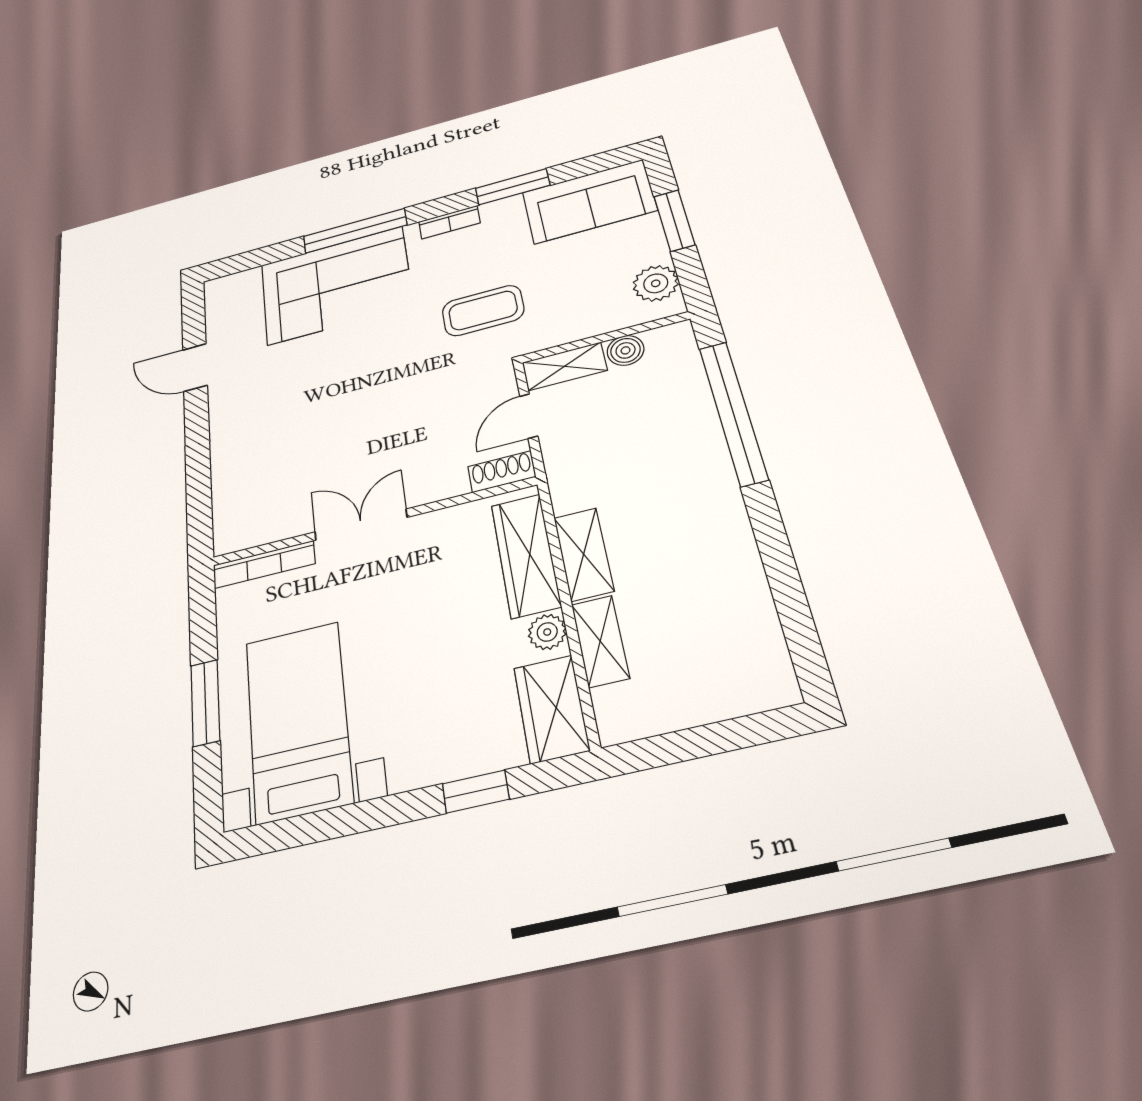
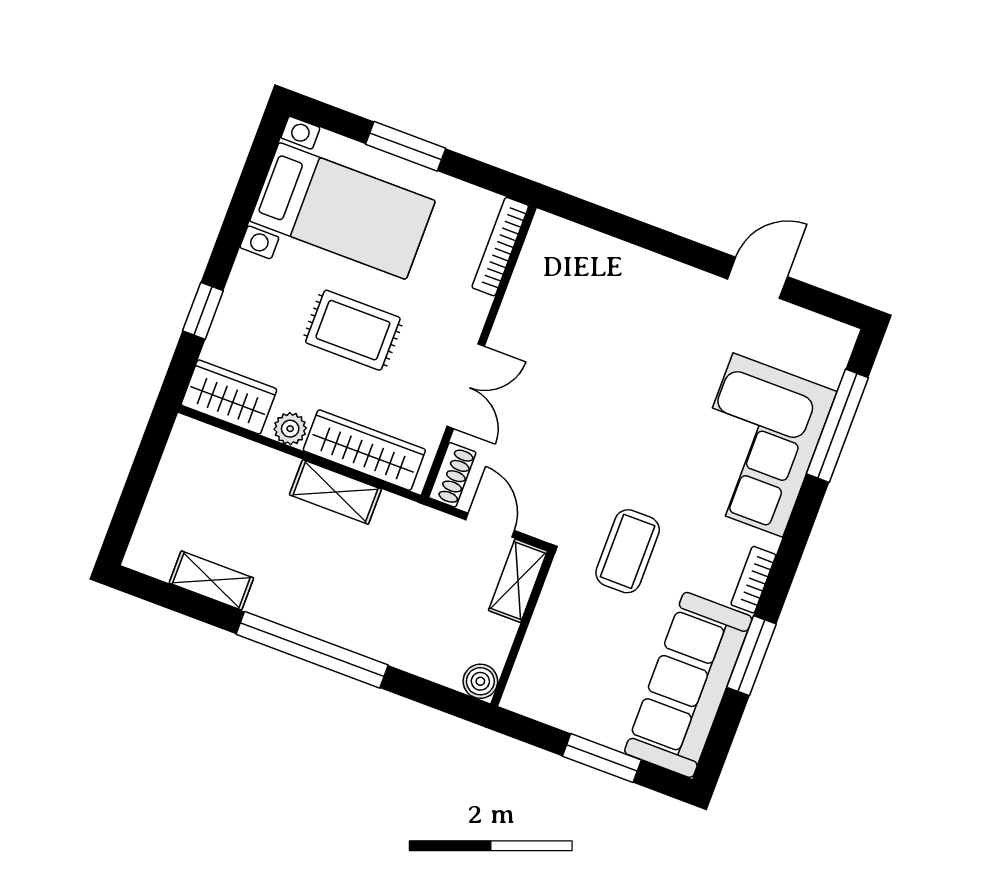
sofa: (589, 201) -> (688, 685), width x1.36
window: (355, 231) -> (837, 426), moved
plant: (656, 283) -> (547, 701), removed
boiler: (626, 350) -> (480, 681), moved
window: (733, 412) -> (312, 650), moved
double door: (361, 525) -> (466, 386), moved
rug: (413, 637) -> (353, 330), added
shelving: (600, 641) -> (211, 580), moved

